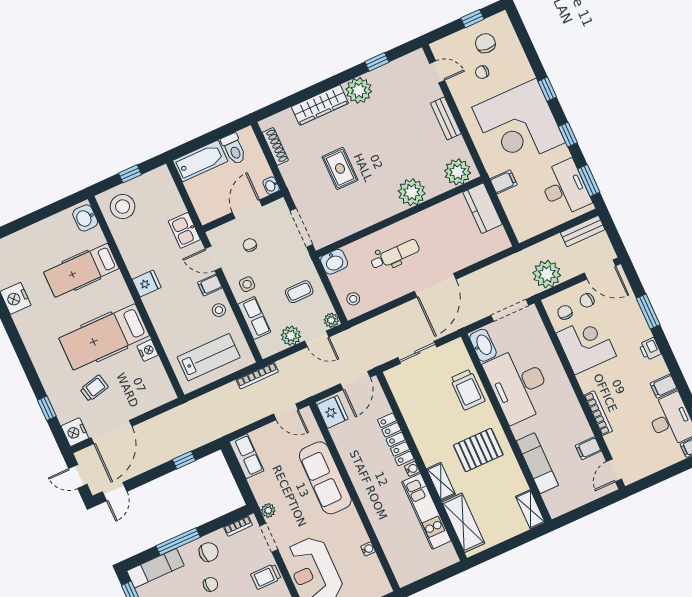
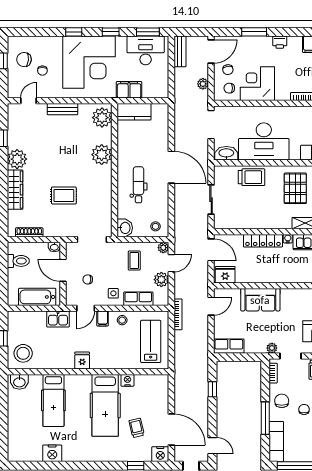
bathtub: (200, 161) -> (37, 297), moved, turned -90
filing cabinet: (503, 182) -> (129, 90), width x2.00
plant: (547, 274) -> (203, 84), width x0.53, depth x0.53
sofa: (325, 478) -> (260, 300), width x0.73

